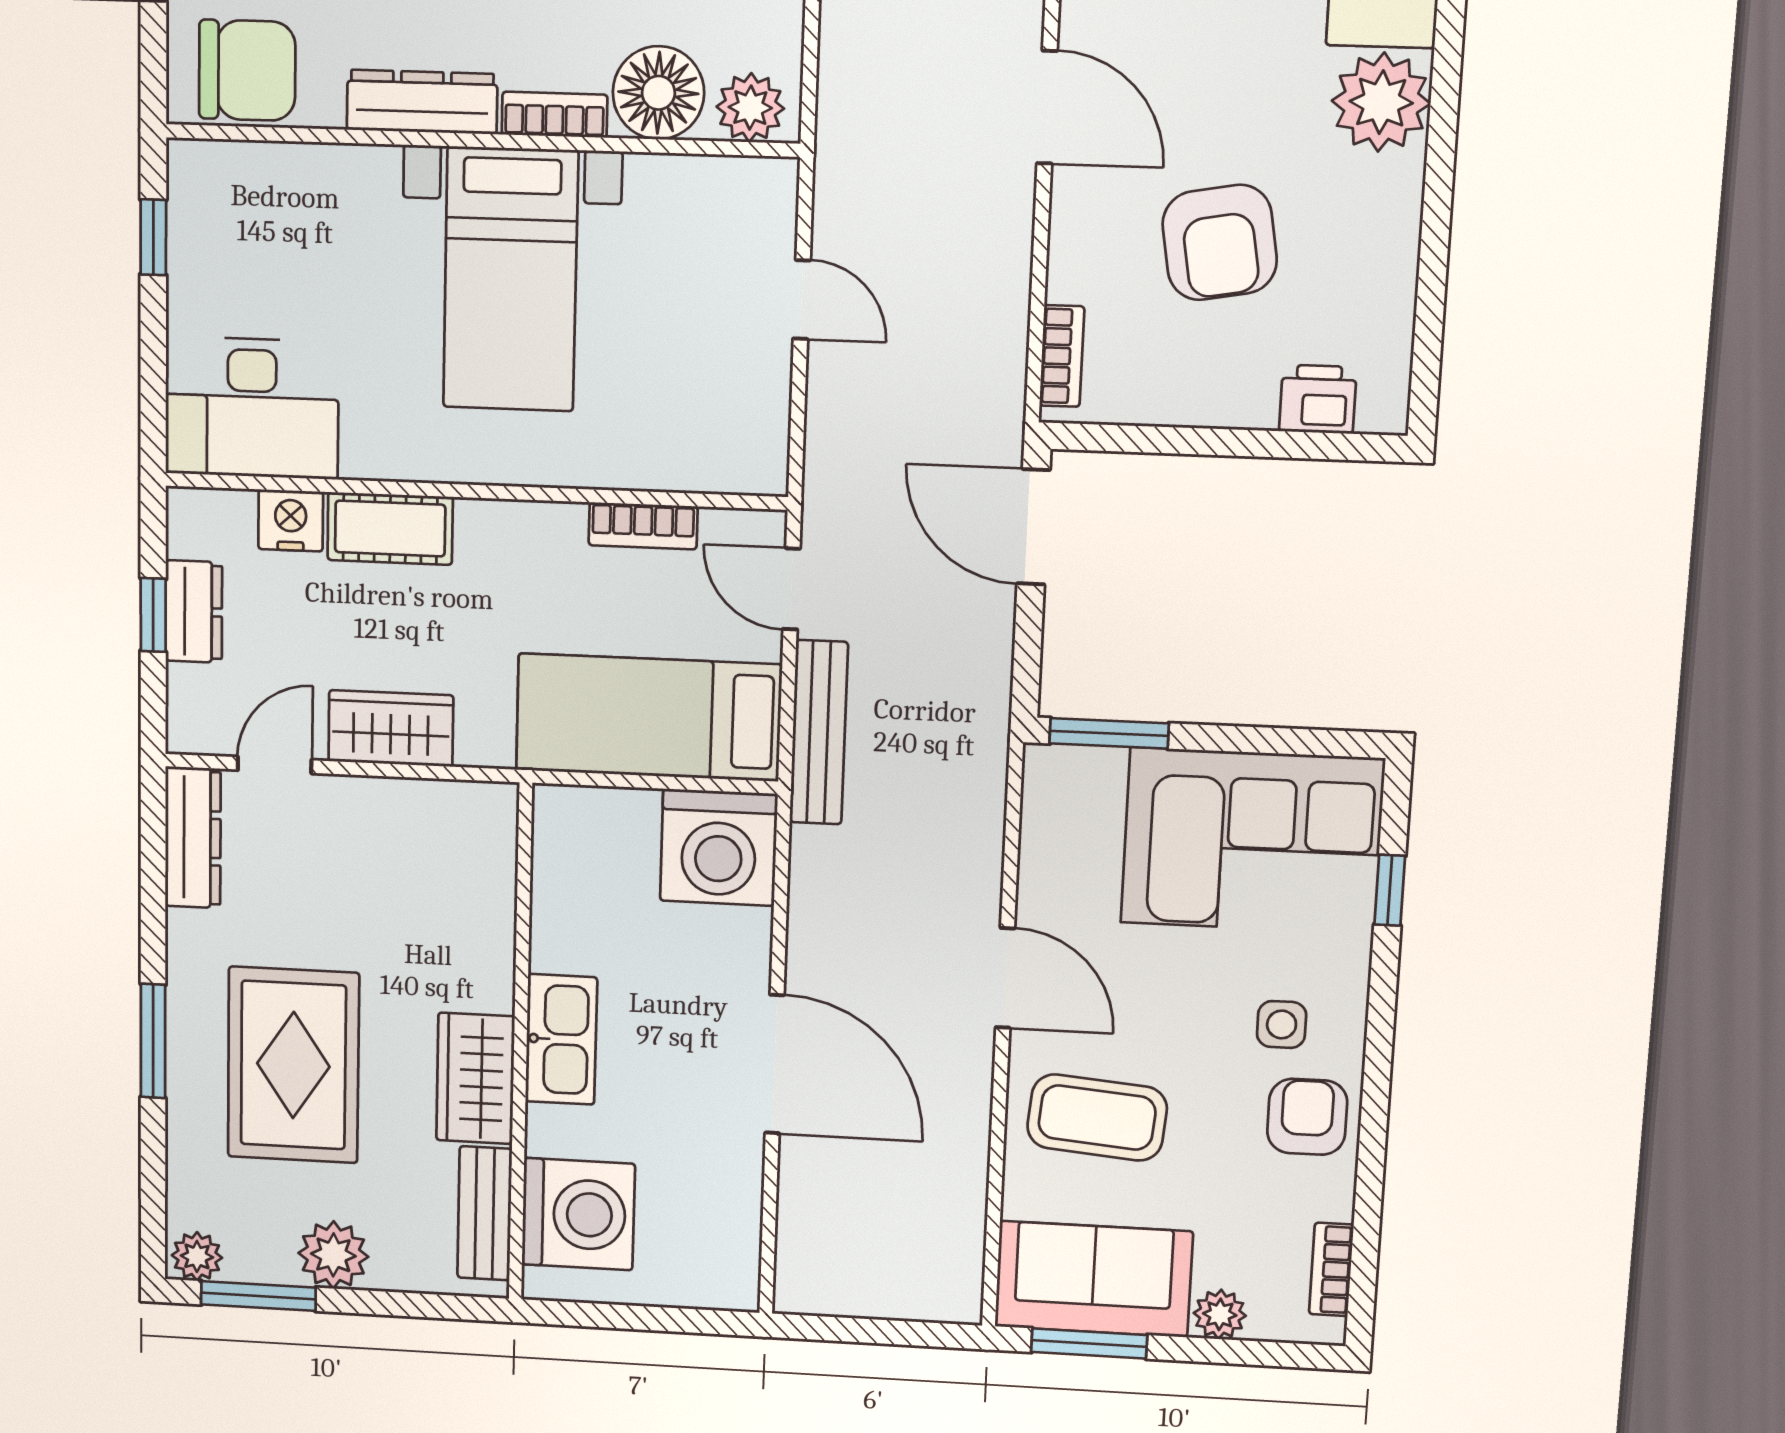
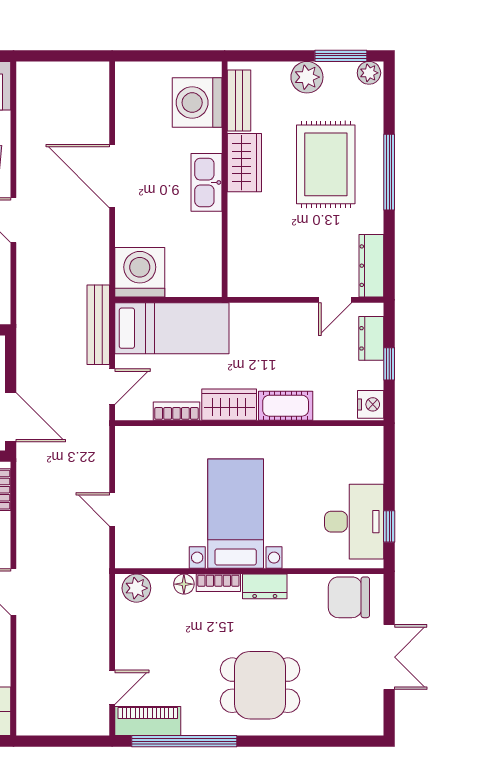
floor lamp: (658, 93) -> (184, 584), width x0.53, depth x0.53
dresser: (422, 102) -> (265, 586), width x0.70
desk: (252, 408) -> (354, 522), moved, turned 90
nightstand: (291, 520) -> (371, 404), moved, turned -90
door: (791, 589) -> (112, 387), hinge flipped
dresser: (194, 612) -> (371, 338), moved
wardrobe: (391, 728) -> (229, 405), moved, turned 180
window: (153, 1041) -> (389, 172), width x1.44

